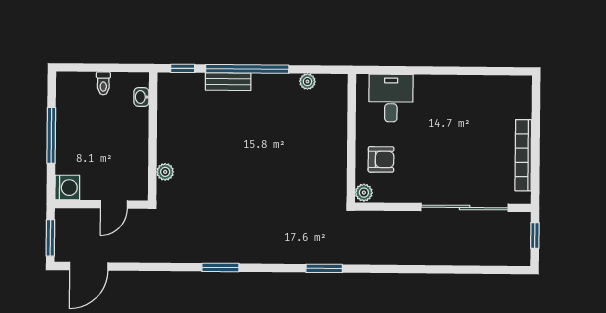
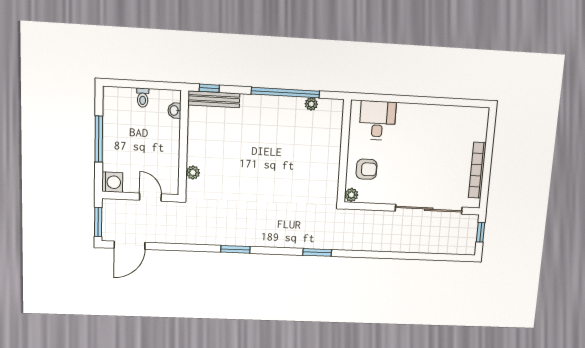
window: (247, 69) -> (285, 93), moved
bench: (228, 82) -> (214, 99), moved, width x1.36
door: (114, 204) -> (150, 197), swing flipped

